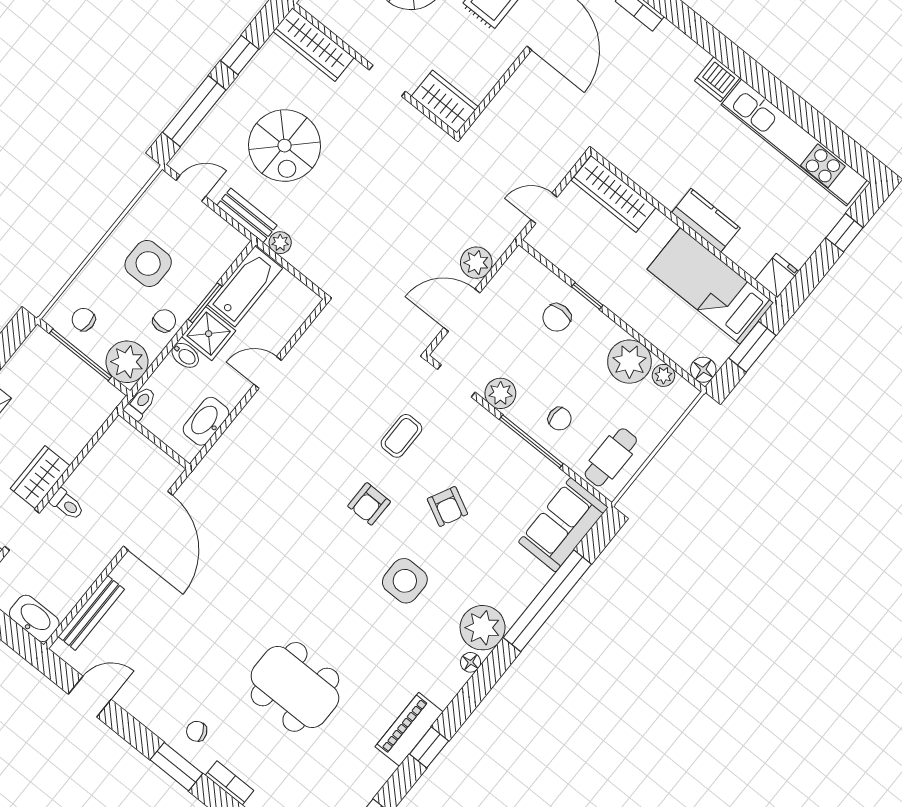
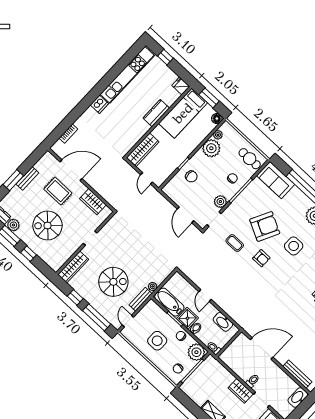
wardrobe: (445, 102) -> (93, 202), moved, turned -90
plant: (476, 263) -> (167, 207), removed
armchair: (447, 506) -> (265, 226), width x1.88, depth x1.88

